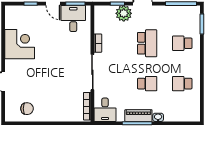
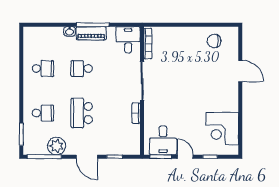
plant: (124, 13) -> (57, 146), moved
corner desk: (20, 44) -> (222, 129), moved

